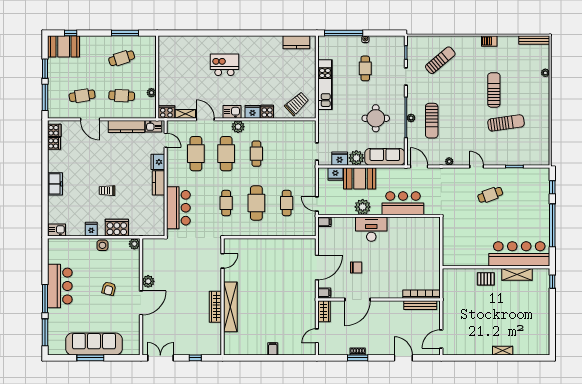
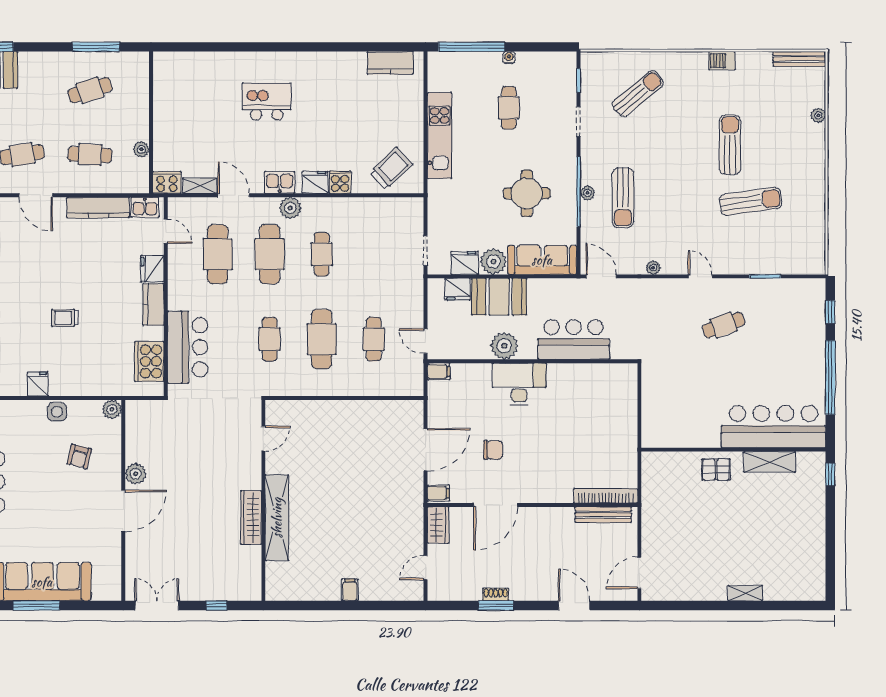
cooker: (117, 228) -> (149, 361), moved, turned -90
armchair: (109, 289) -> (79, 456), moved

